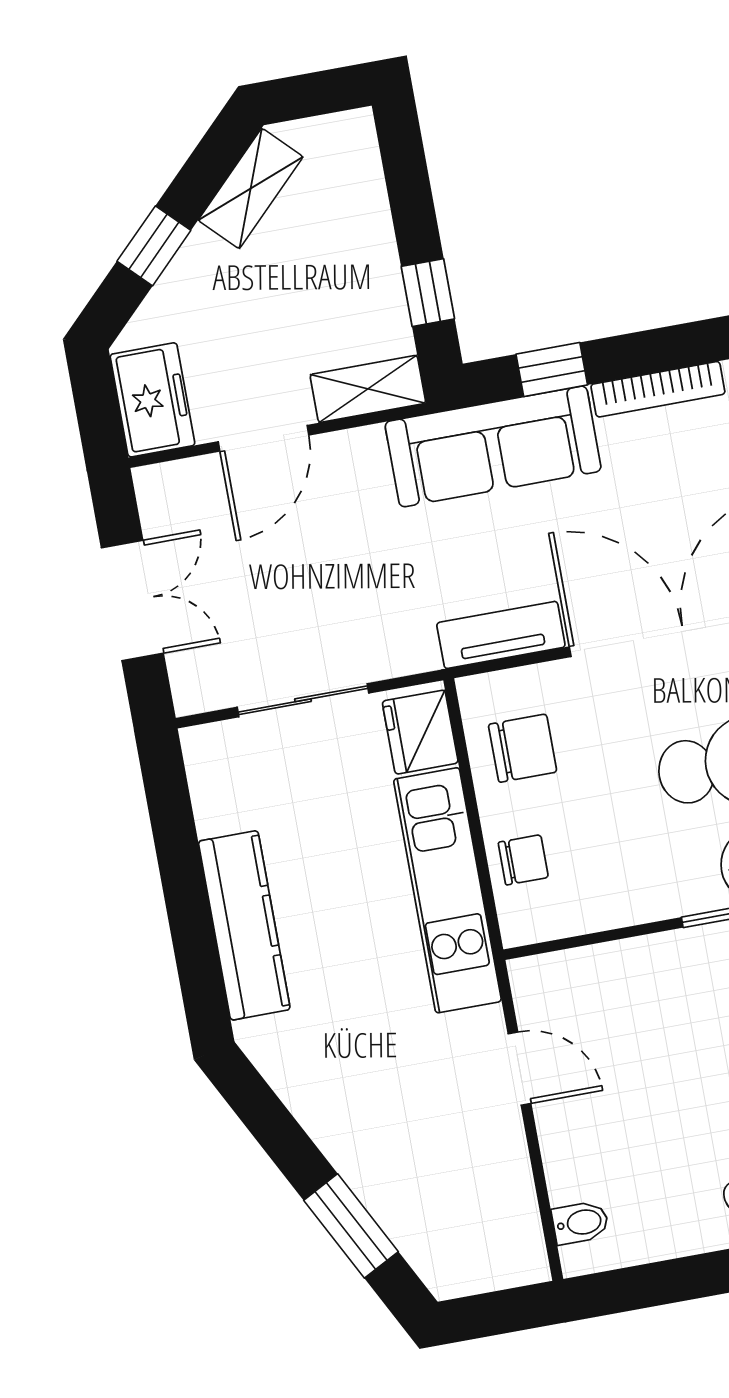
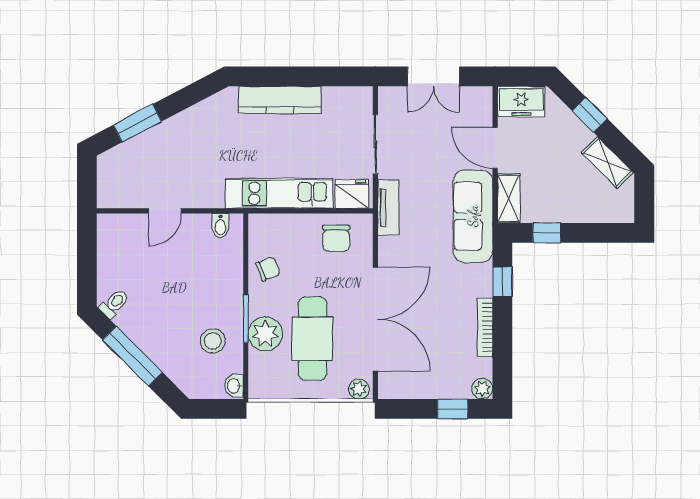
sofa: (493, 446) -> (473, 216), moved
tv unit: (501, 635) -> (388, 208), moved
chair: (523, 860) -> (268, 269), moved, turned -111
door: (519, 1069) -> (165, 211), moved
bidet: (580, 1223) -> (220, 226), moved

